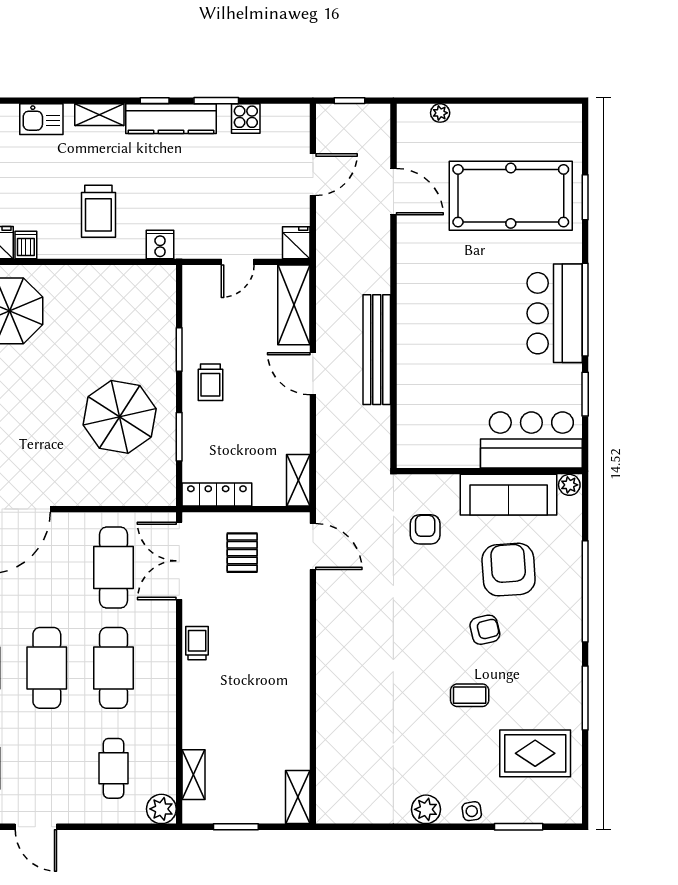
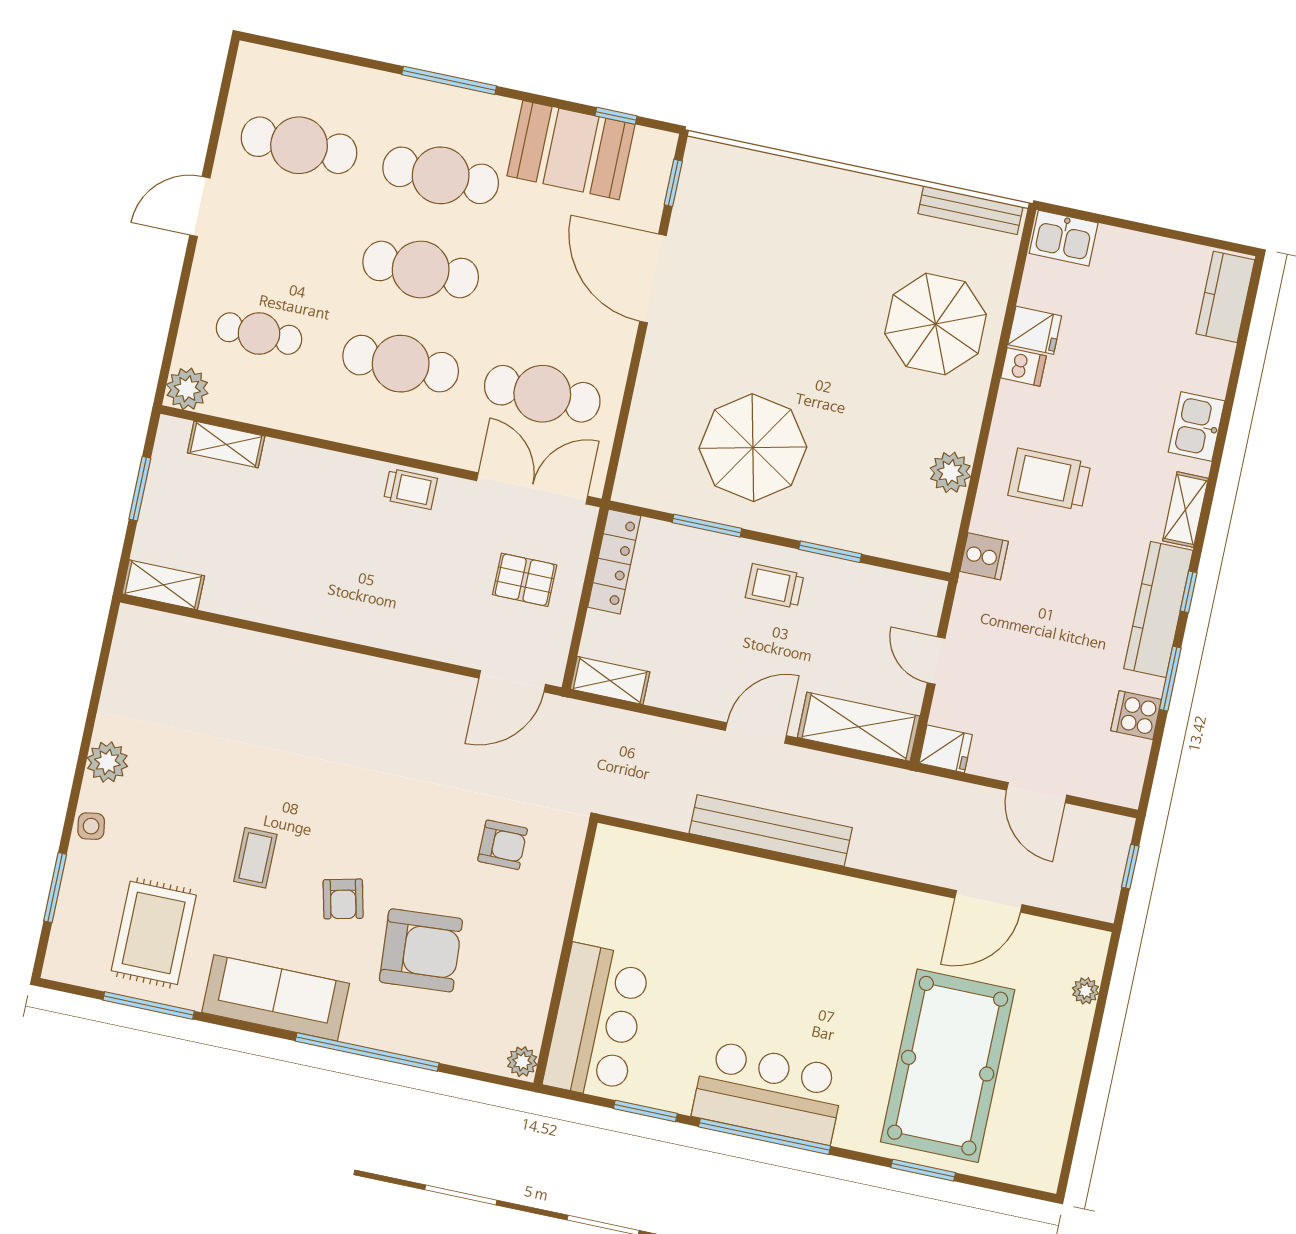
plant: (108, 279) -> (950, 472), added
sofa: (509, 495) -> (276, 998), moved, turned 90
window: (585, 698) -> (149, 1005), moved

